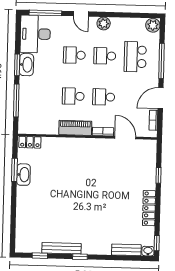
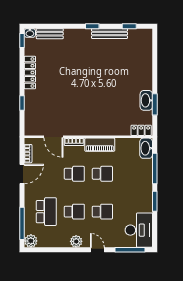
window: (161, 61) -> (22, 223), moved
washbasin: (27, 65) -> (146, 148), moved

